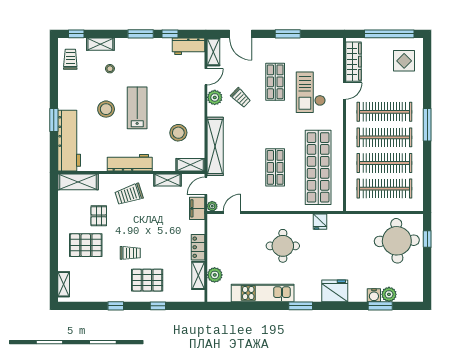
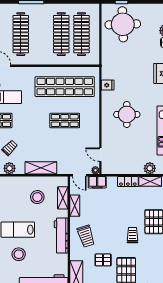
clothes rail: (384, 137) -> (41, 34), removed
shelving: (215, 146) -> (41, 168), width x0.68
shelving: (190, 165) -> (63, 198), moved

